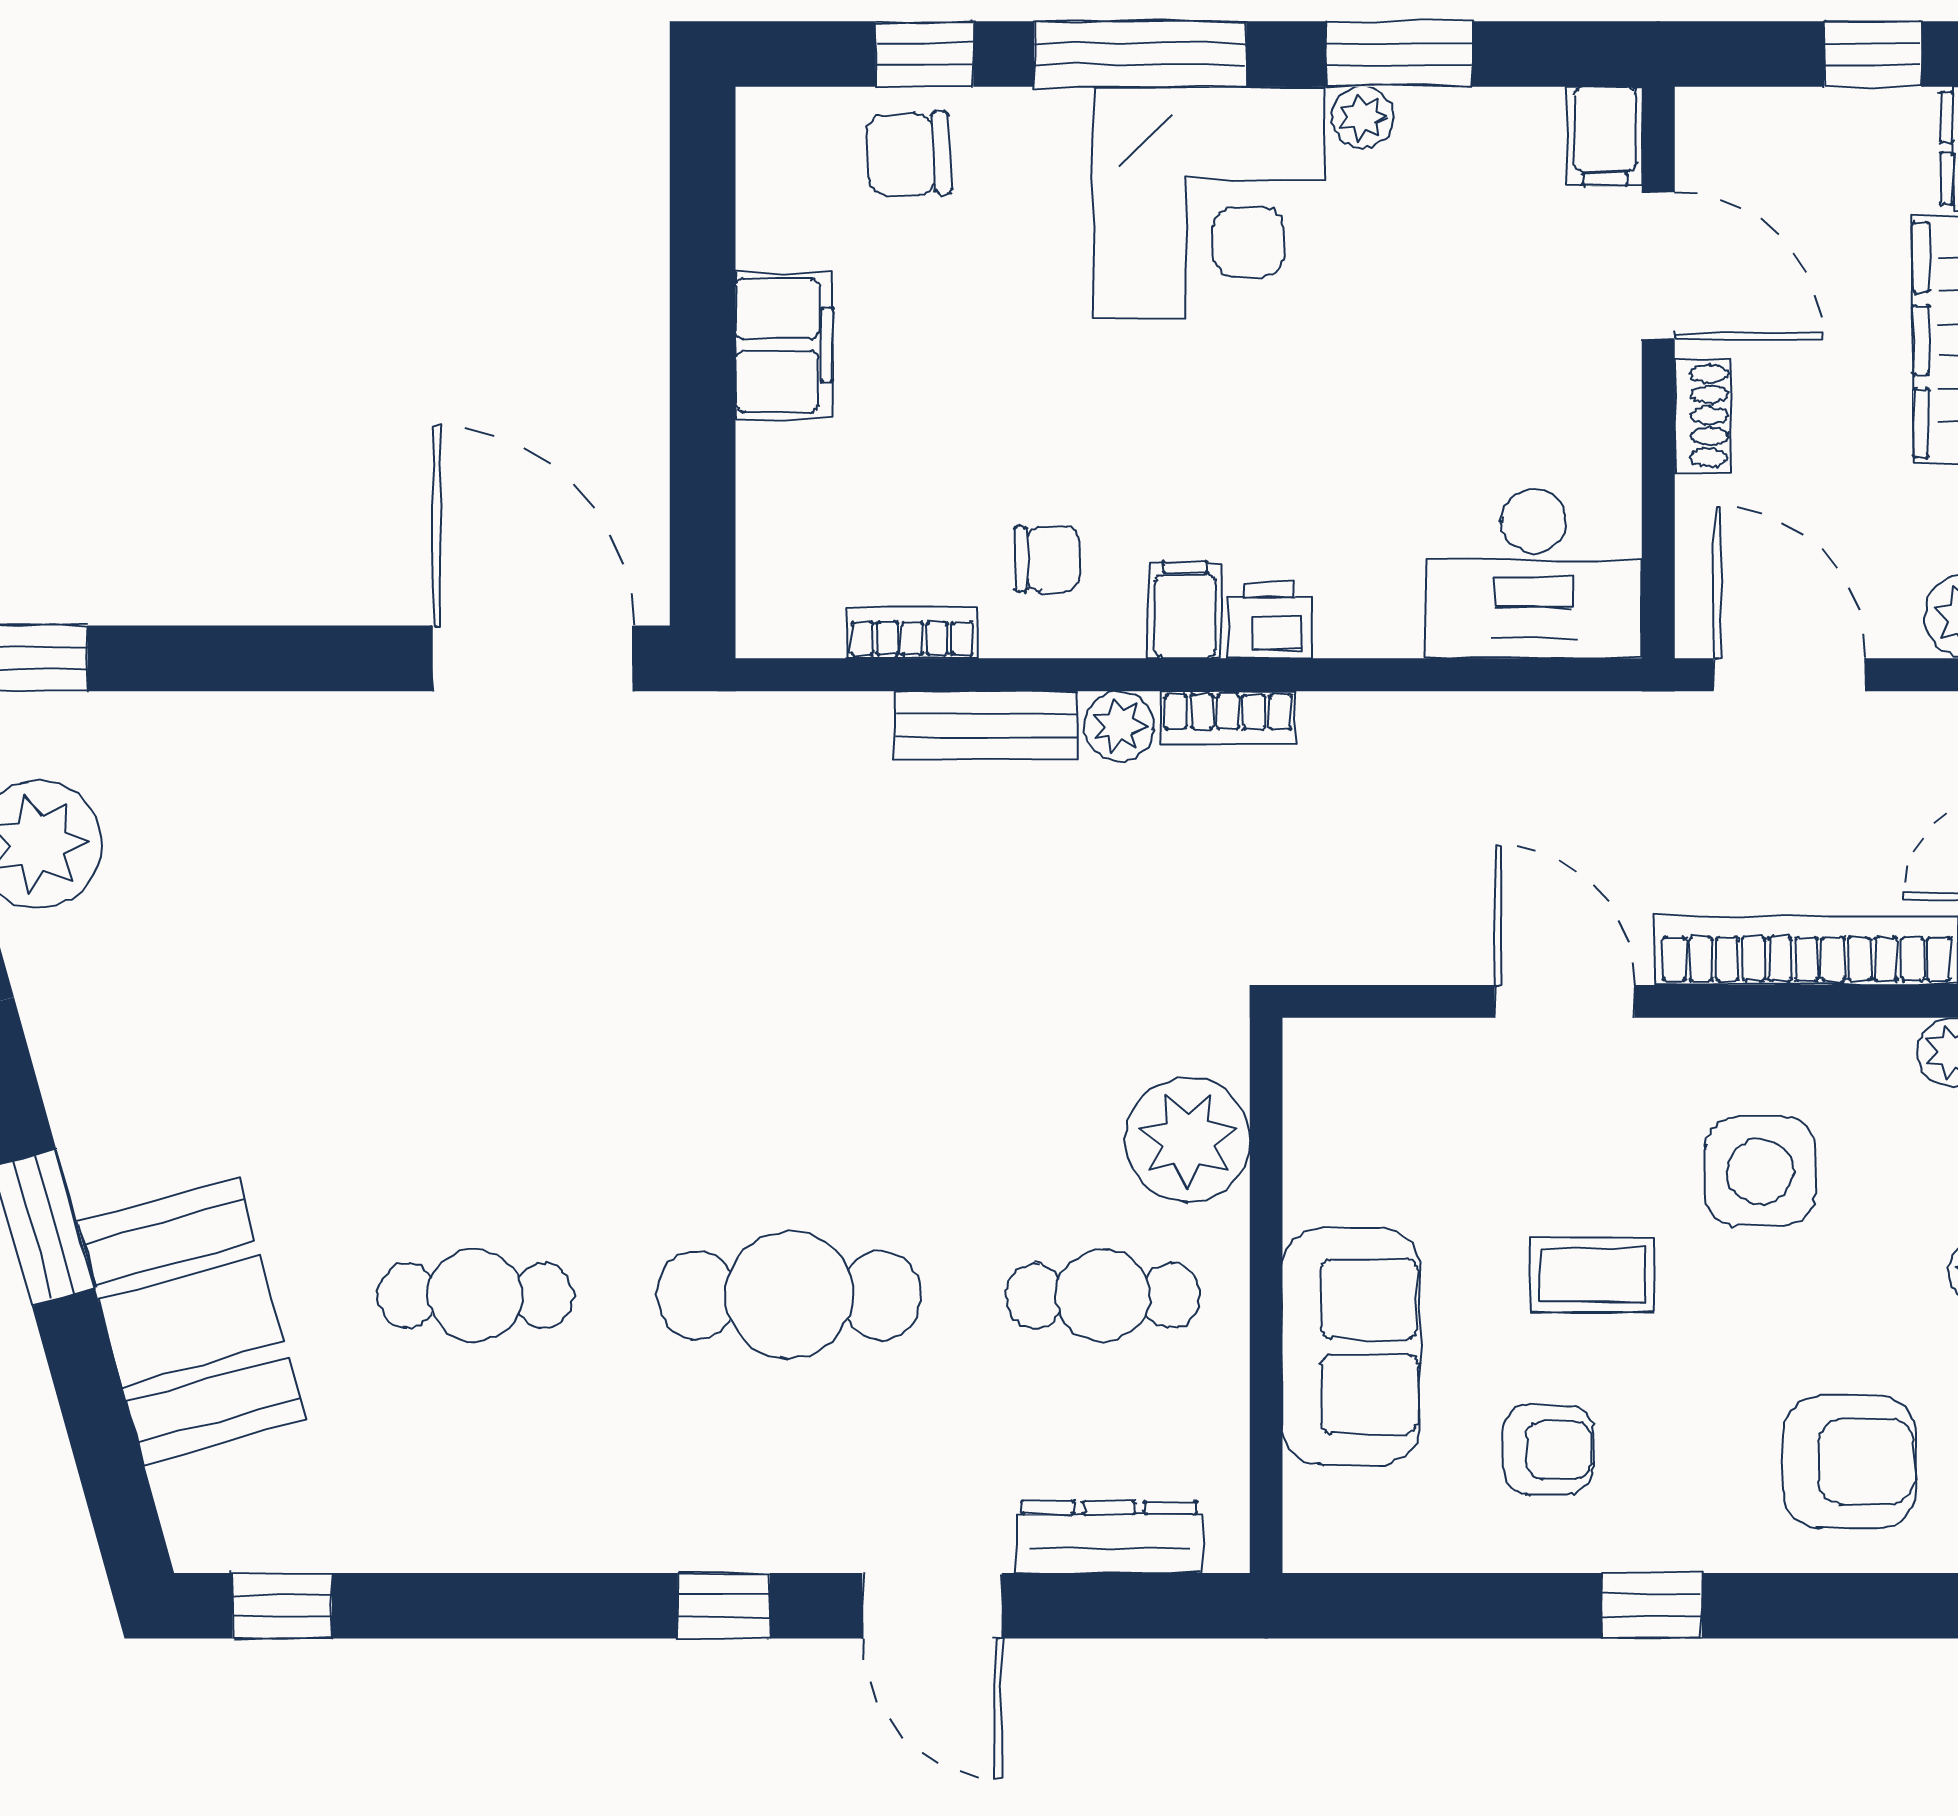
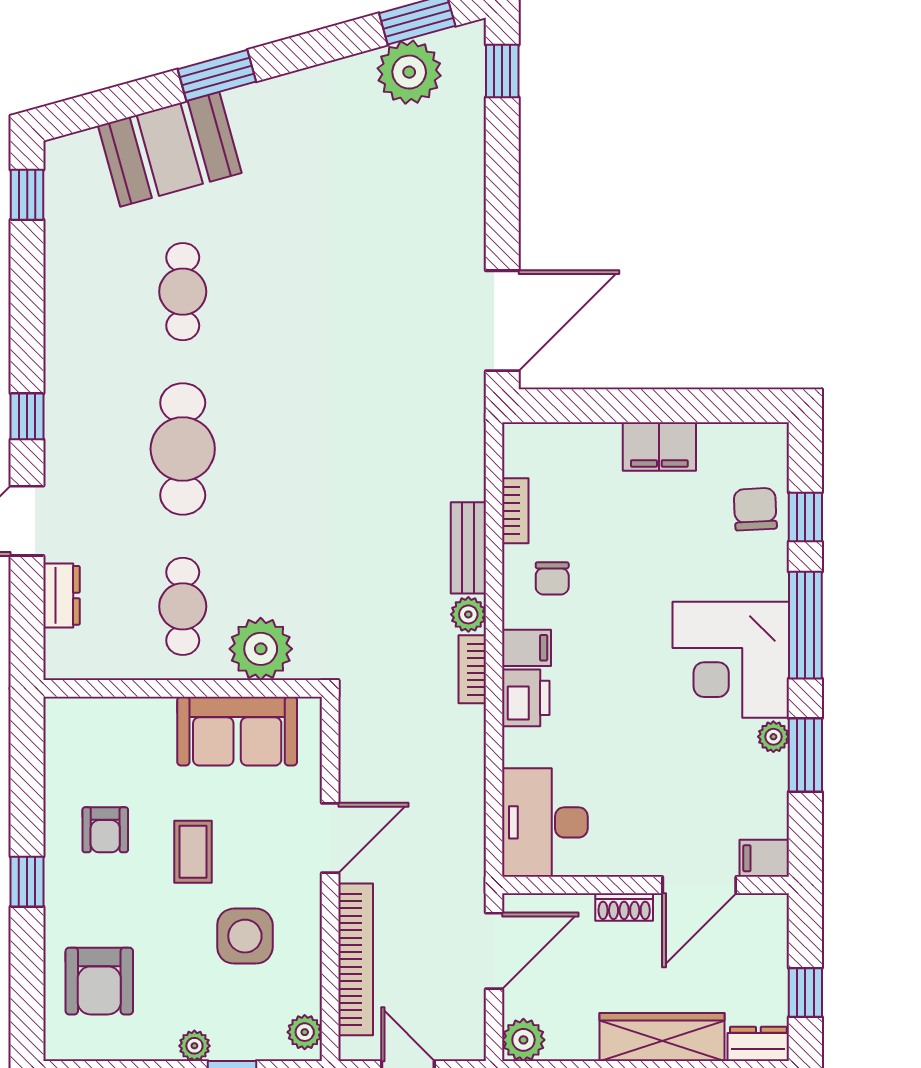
printer: (1270, 620) -> (526, 698), width x1.36, depth x1.24
sofa: (1351, 1346) -> (237, 731), moved
dresser: (1109, 1537) -> (61, 595), width x0.70

